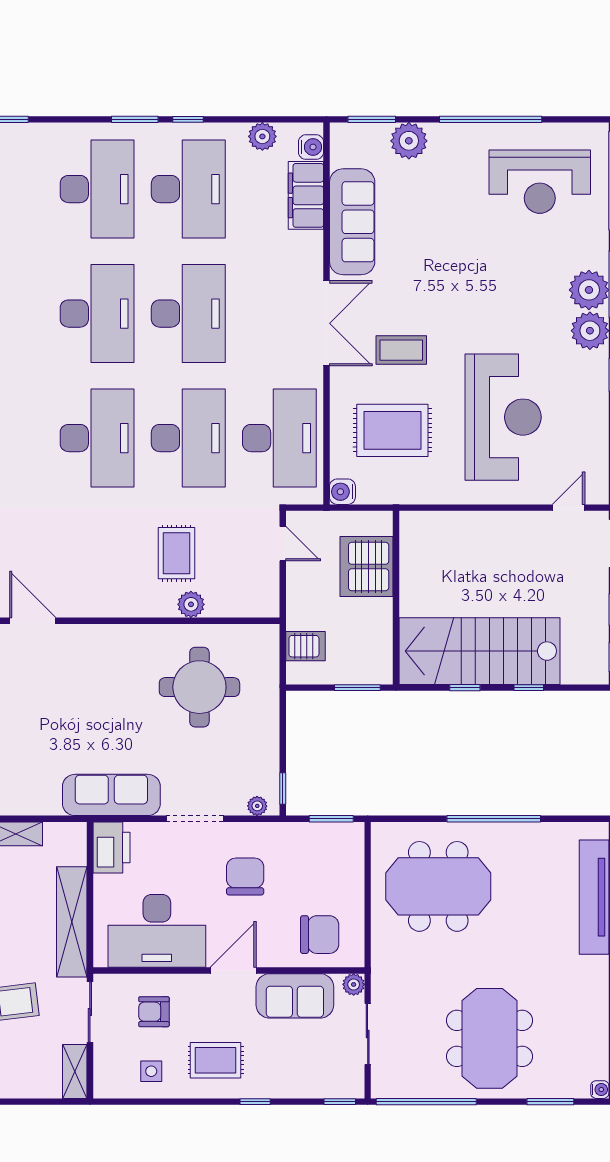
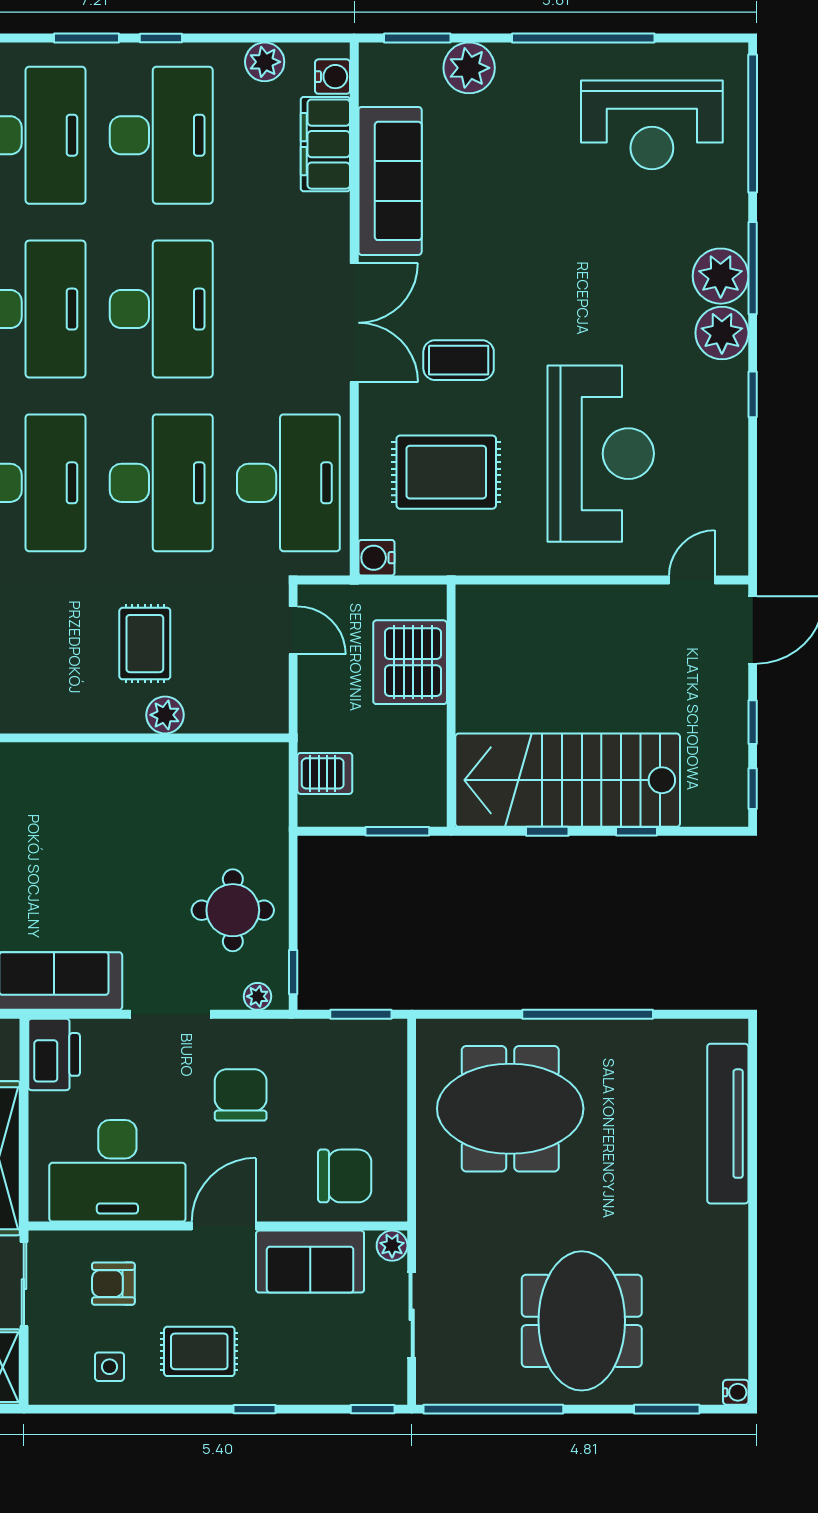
round table: (199, 687) -> (233, 910), moved, width x0.73, depth x0.73

